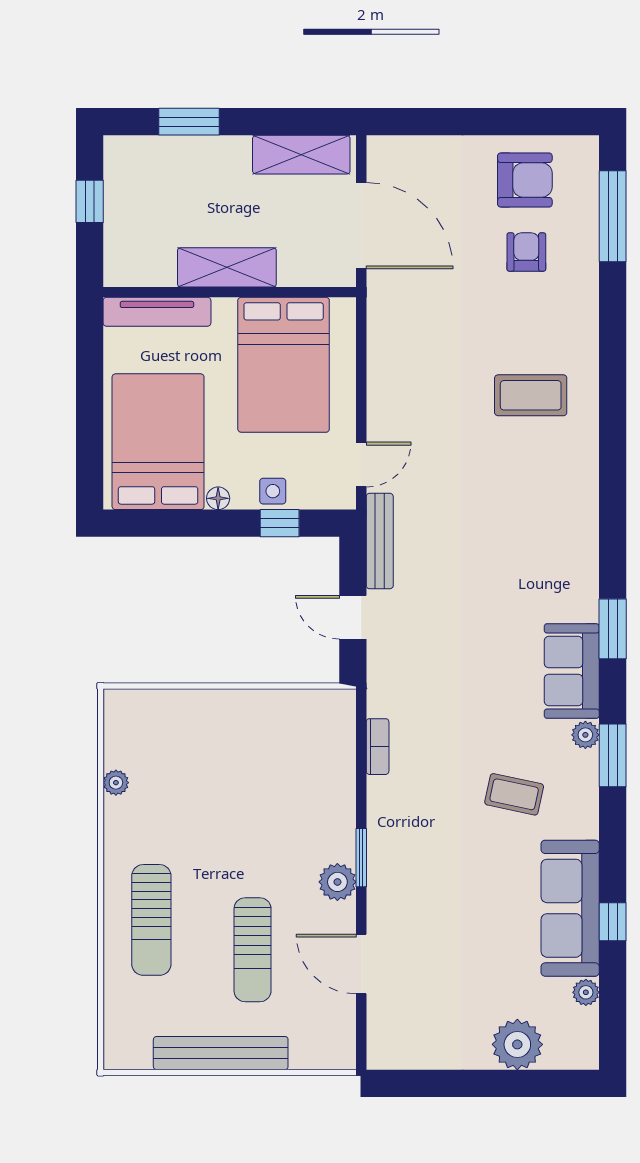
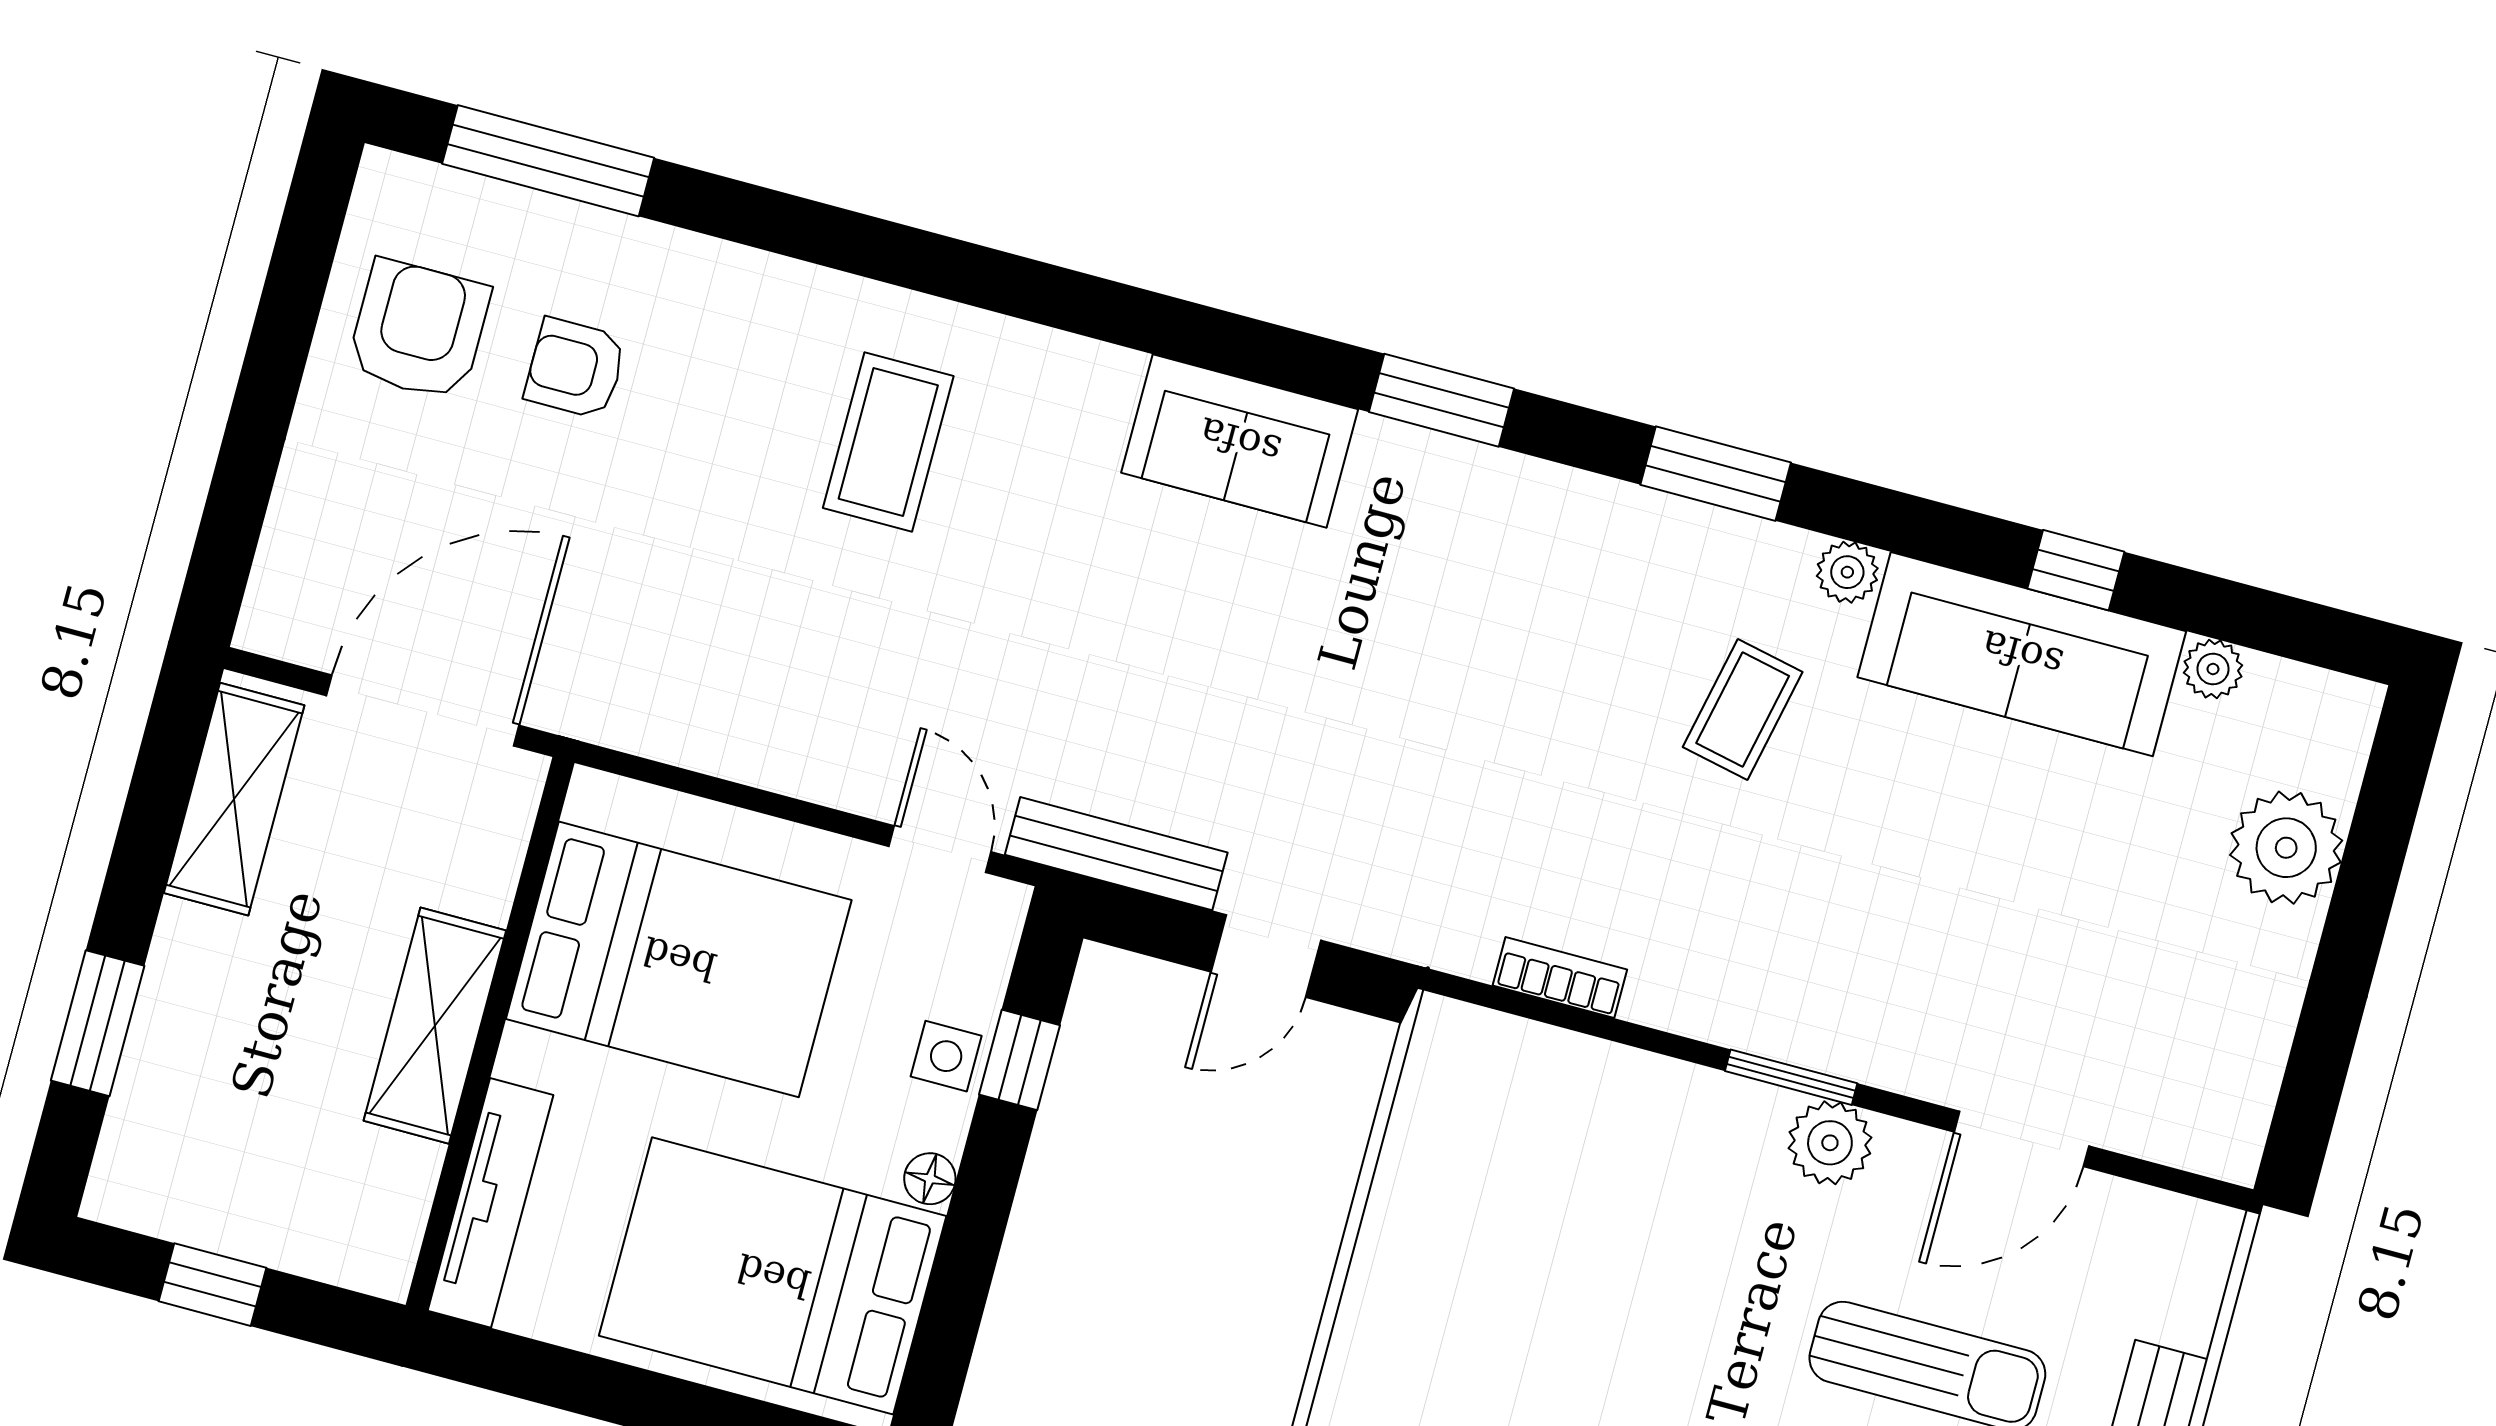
sofa: (572, 671) -> (1240, 441), moved
plant: (585, 735) -> (1847, 572), moved

